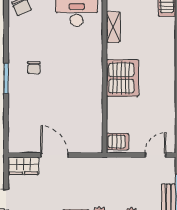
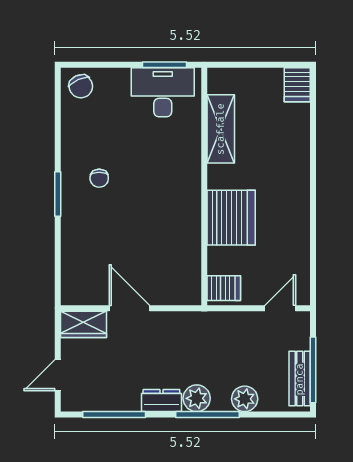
shelving: (113, 27) -> (221, 129), width x1.50, depth x1.33
server rack: (123, 78) -> (231, 218), moved

